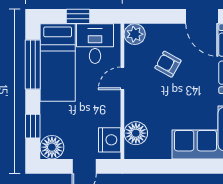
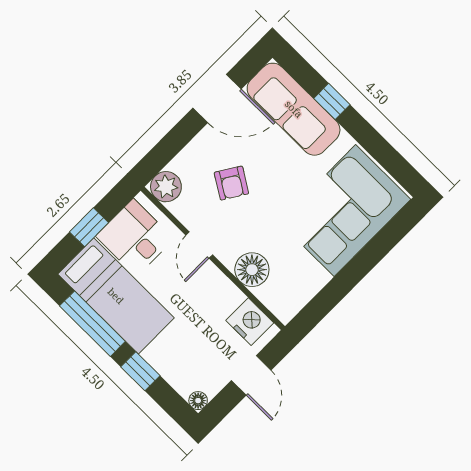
armchair: (168, 64) -> (231, 183), turned -87
window: (33, 126) -> (140, 371), moved
floor lamp: (136, 133) -> (252, 270), moved
floor lamp: (52, 147) -> (198, 401), width x0.53, depth x0.53

